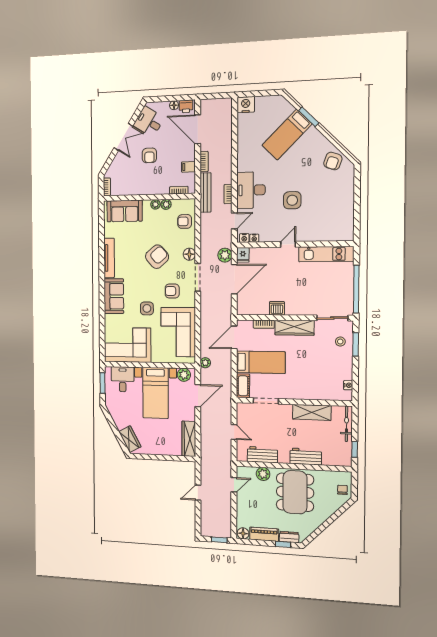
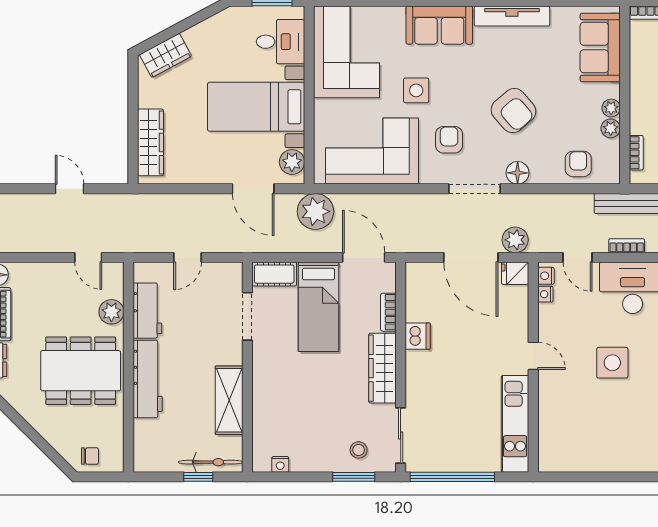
plant: (205, 363) -> (315, 211), width x1.87, depth x1.87
wardrobe: (189, 439) -> (151, 142), moved, turned 90
window: (355, 449) -> (198, 477), moved
workbench: (306, 457) -> (148, 379), width x1.38

